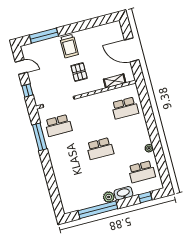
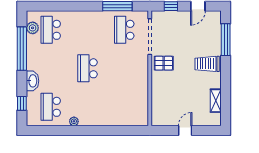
door: (132, 50) -> (185, 130), width x0.53
pallet: (79, 72) -> (164, 63), moved
shelving: (115, 81) -> (216, 101), moved
school desk: (125, 108) -> (51, 30), moved
plant: (109, 197) -> (33, 28), moved

